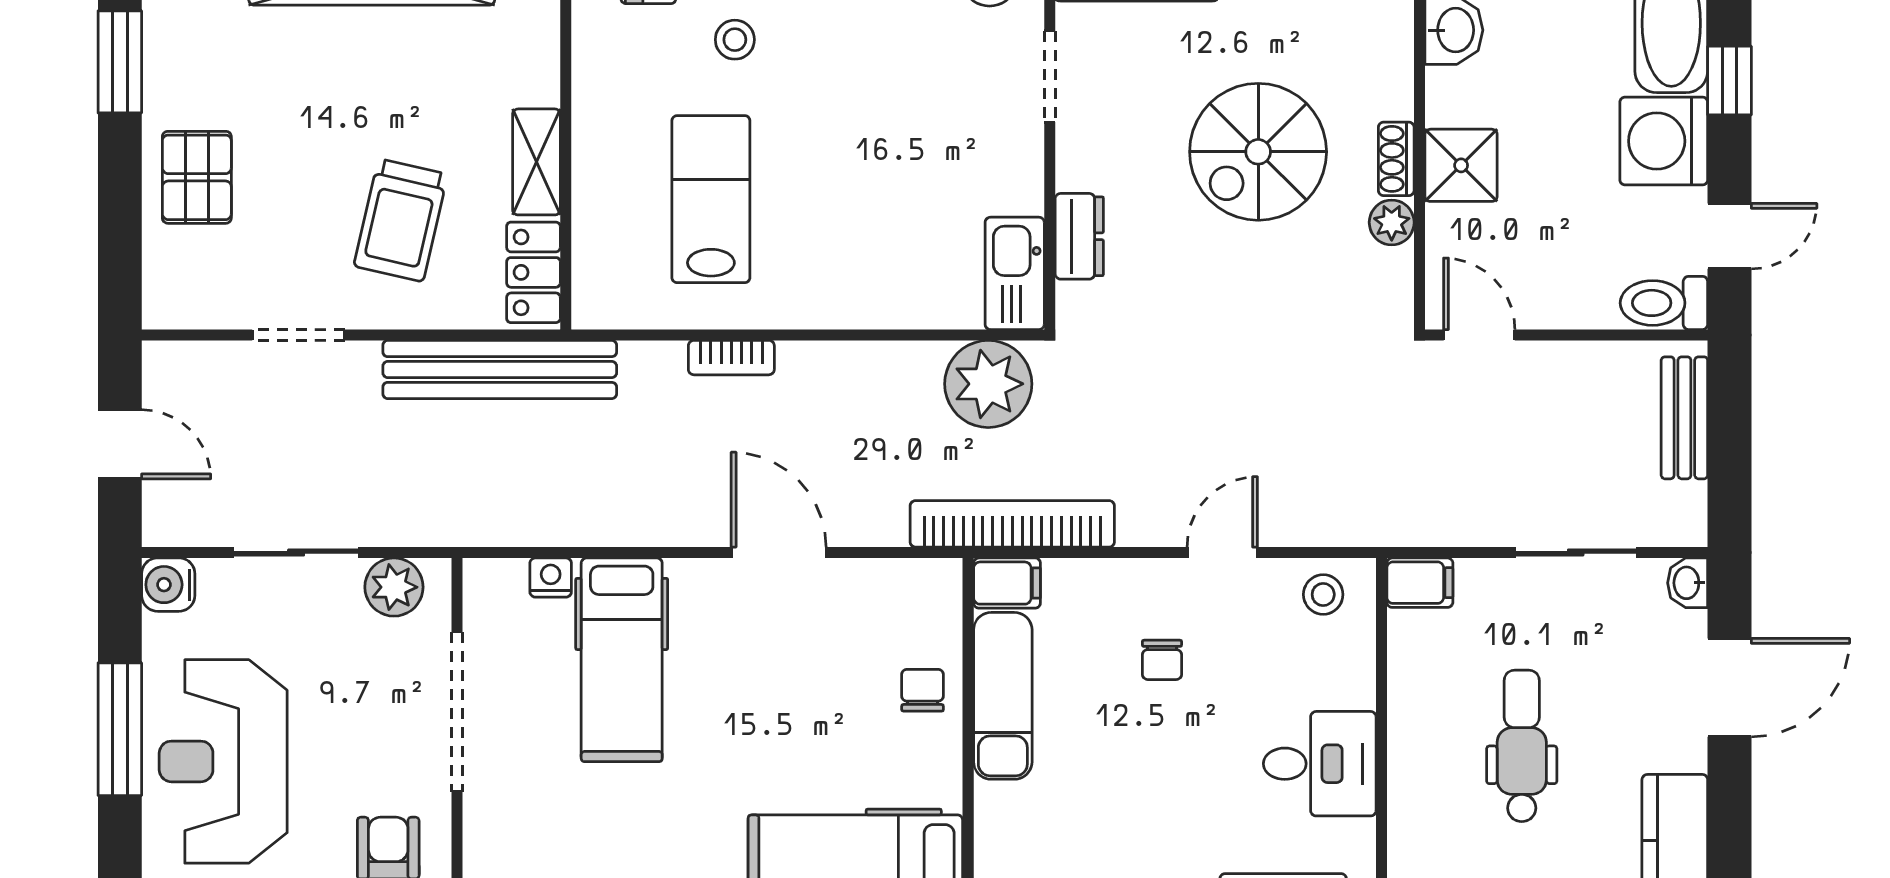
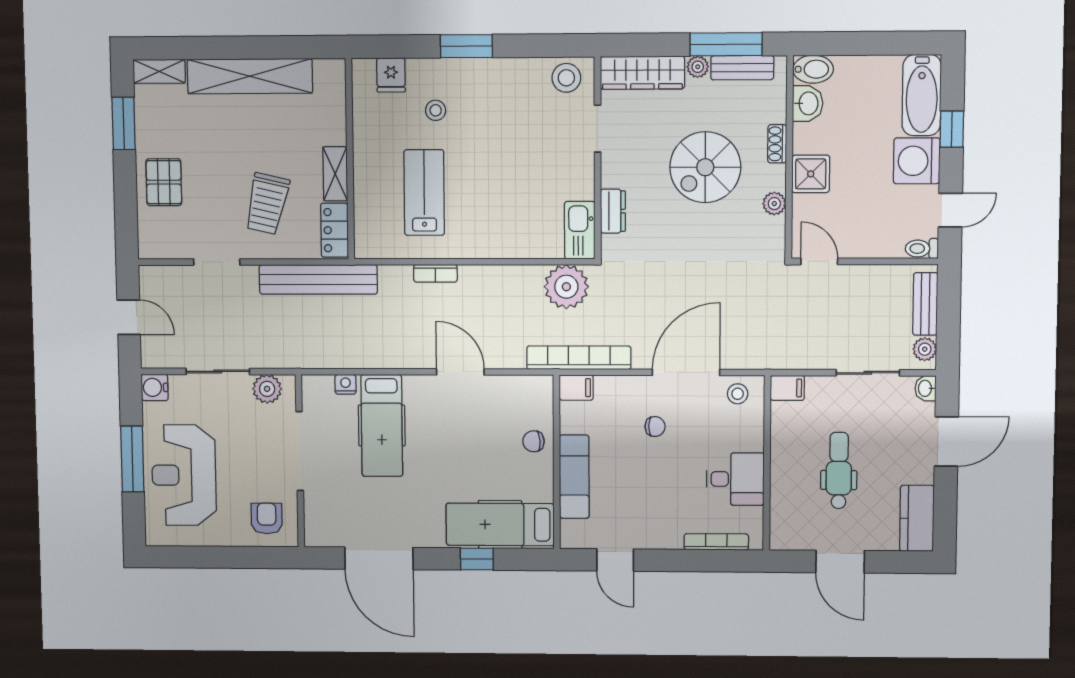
shoe rack: (1396, 159) -> (777, 144), moved
toilet: (1664, 303) -> (922, 249), width x0.73, depth x0.72
plant: (1685, 506) -> (925, 349), added
door: (1222, 552) -> (686, 372), width x1.87
chair: (1162, 660) -> (655, 426), turned -90
chair: (923, 690) -> (533, 441), turned -94
exam couch: (1003, 696) -> (574, 477), moved

